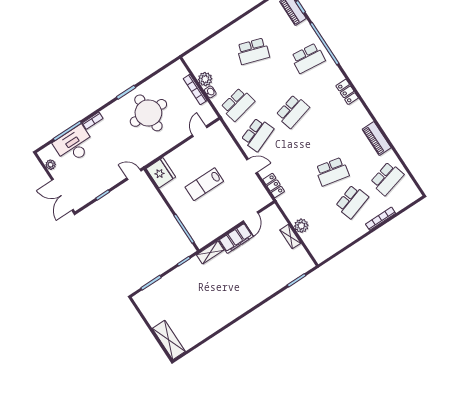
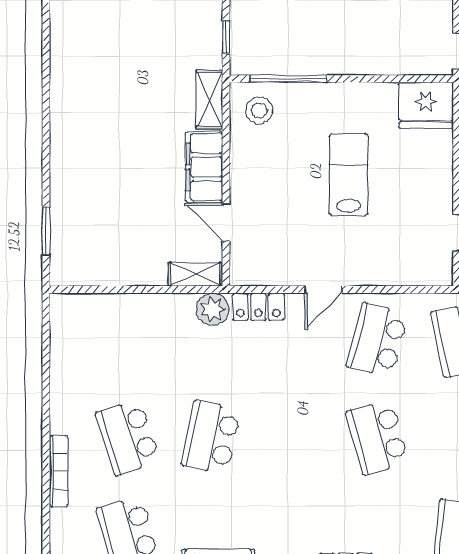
school desk: (257, 135) -> (377, 340), turned 36
plant: (301, 226) -> (213, 309), moved
stool: (202, 232) -> (259, 110), added
shelving: (290, 237) -> (195, 274), moved

